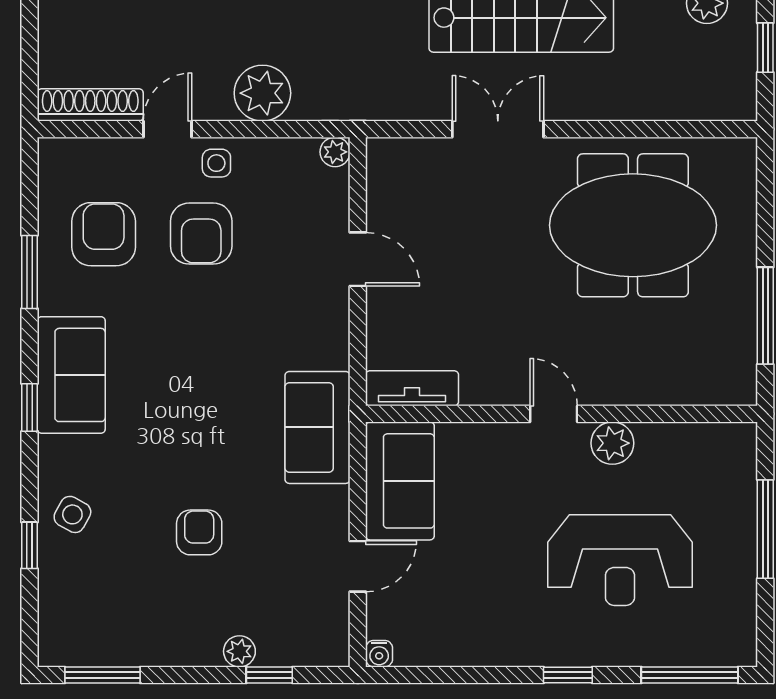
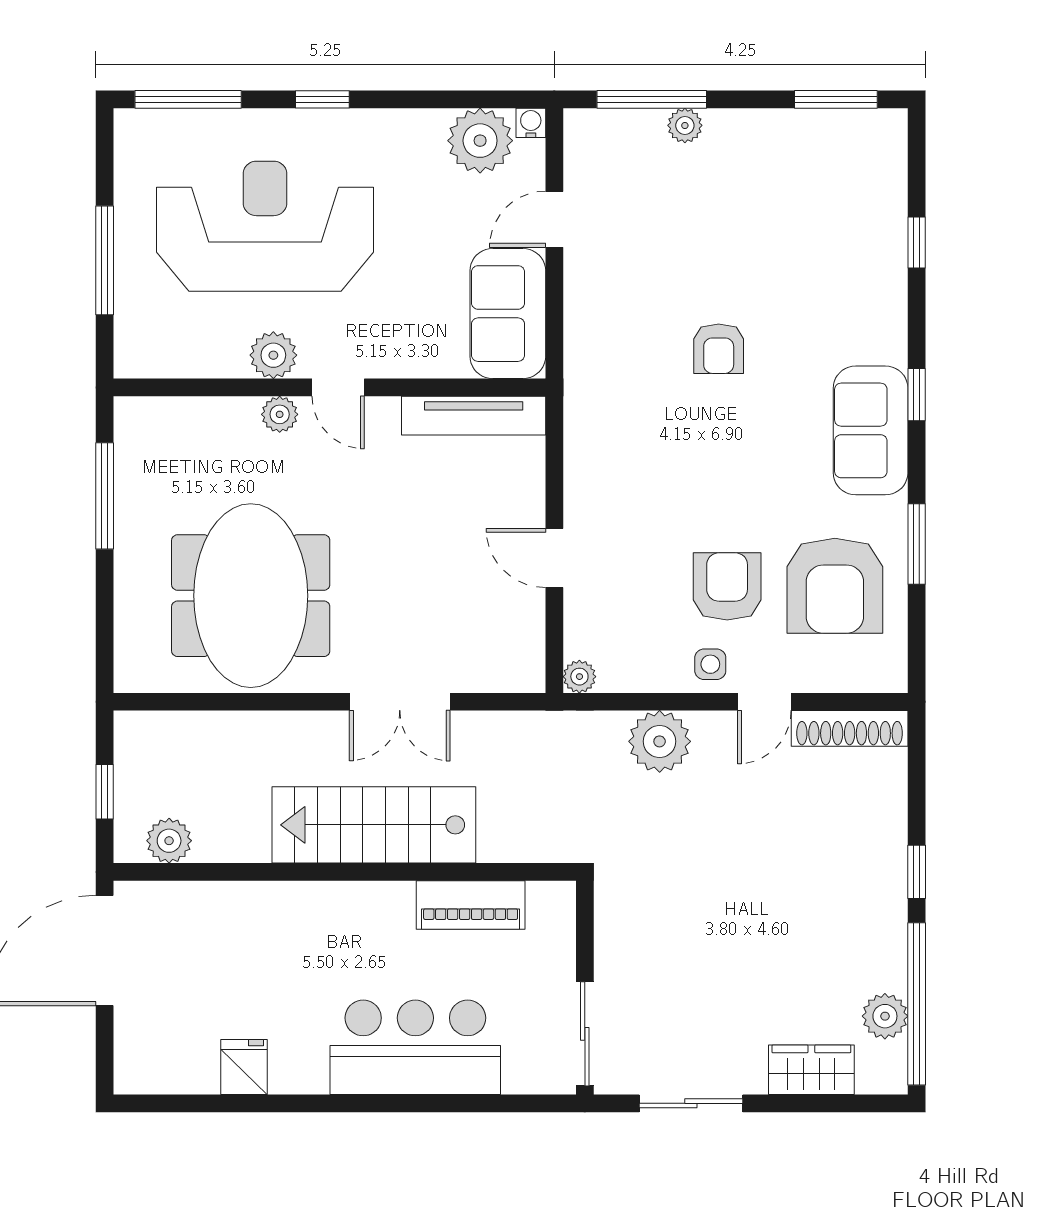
meeting table: (633, 225) -> (251, 596), turned 90
armchair: (104, 234) -> (835, 586), width x1.36, depth x1.36
tv unit: (412, 388) -> (474, 416), width x1.41
plant: (607, 390) -> (280, 414), added
sofa: (318, 427) -> (599, 373), removed
side table: (72, 514) -> (869, 277), removed
armchair: (199, 532) -> (719, 349), moved
reception desk: (620, 560) -> (265, 226), width x1.36, depth x1.30
plant: (425, 638) -> (480, 141), added
window: (269, 675) -> (652, 99), width x2.17

